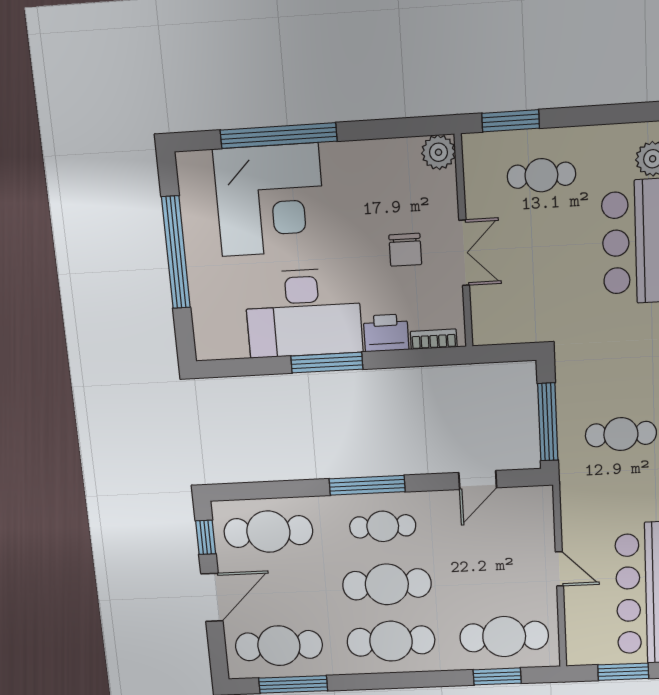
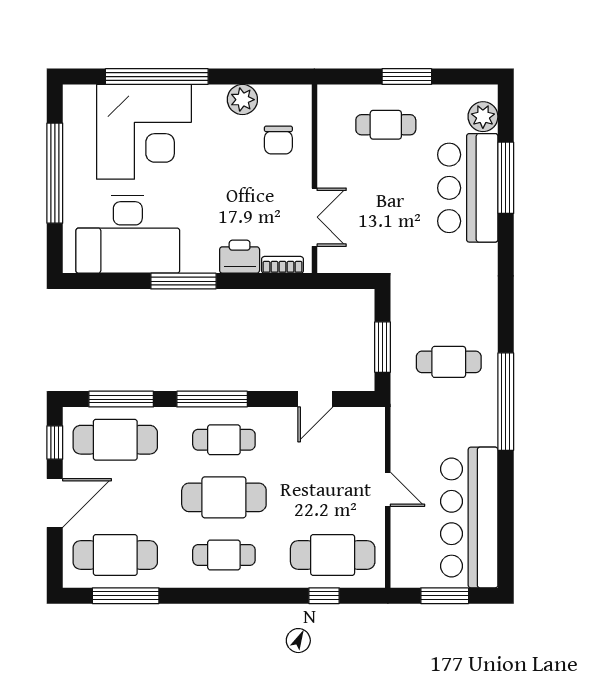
window: (511, 121) -> (407, 77), moved
plant: (439, 152) -> (242, 100), moved
chair: (405, 250) -> (278, 140), moved
double door: (464, 253) -> (314, 217), moved
desk: (303, 313) -> (128, 234), moved
window: (548, 422) -> (383, 347), width x0.69
window: (271, 490) -> (121, 399), added
cafe table: (391, 641) -> (224, 555), width x0.73, depth x0.74
window: (497, 677) -> (324, 596), width x0.67

